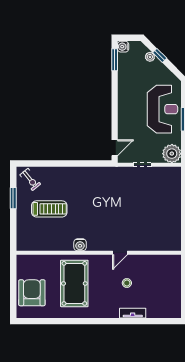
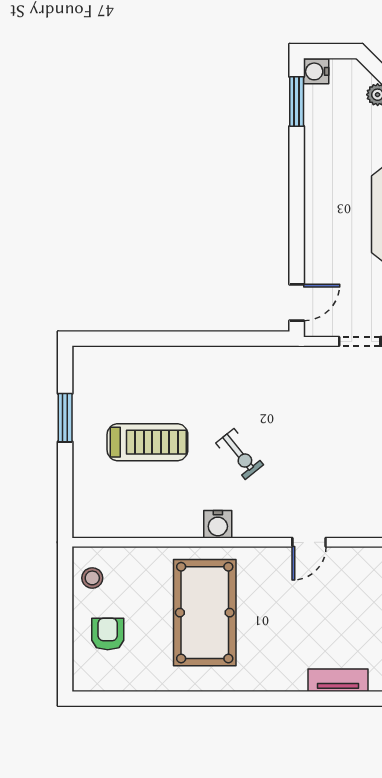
exercise bike: (30, 179) -> (240, 454), moved
stool: (127, 283) -> (92, 578), moved
armchair: (32, 293) -> (108, 634), width x0.53, depth x0.53

